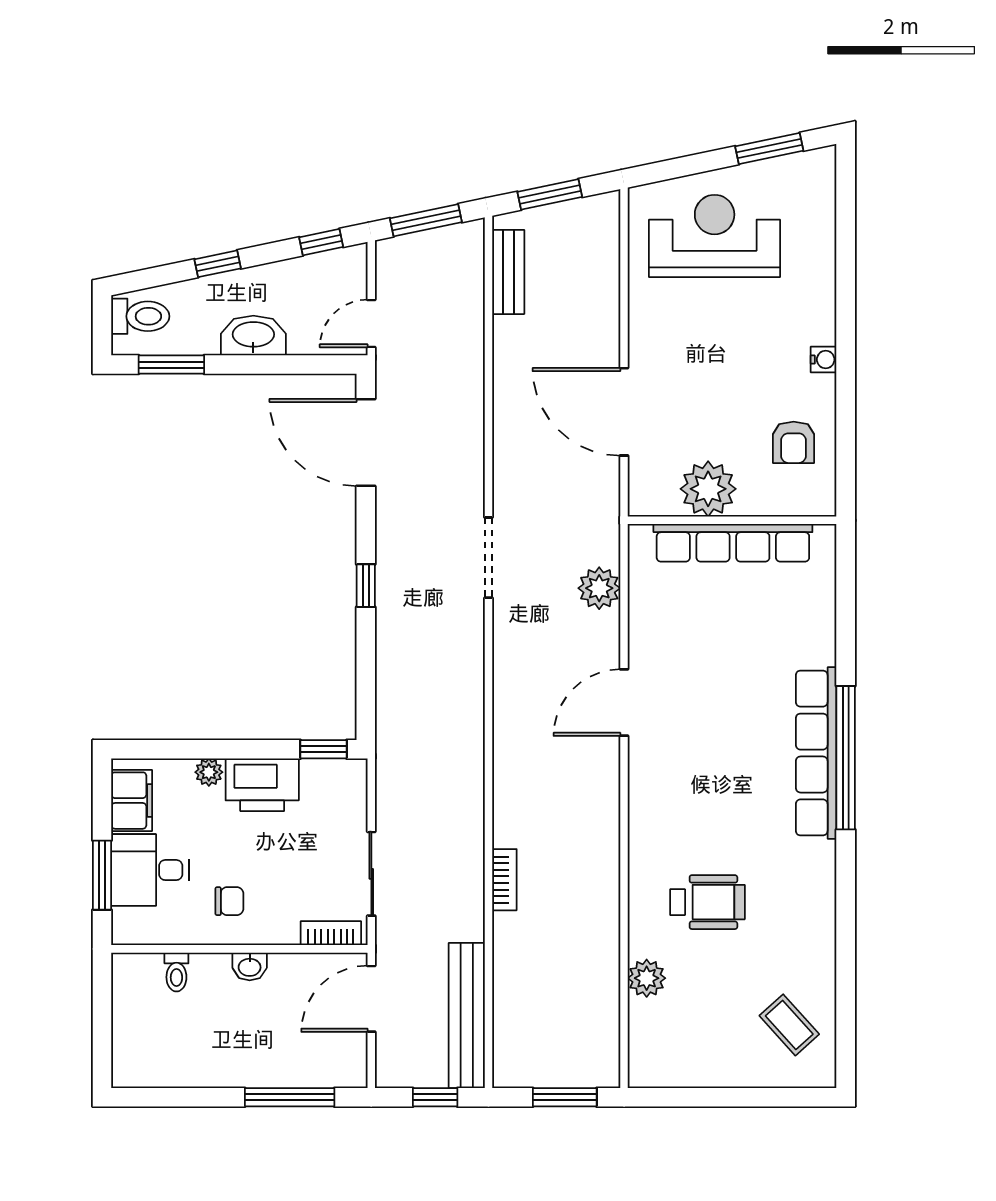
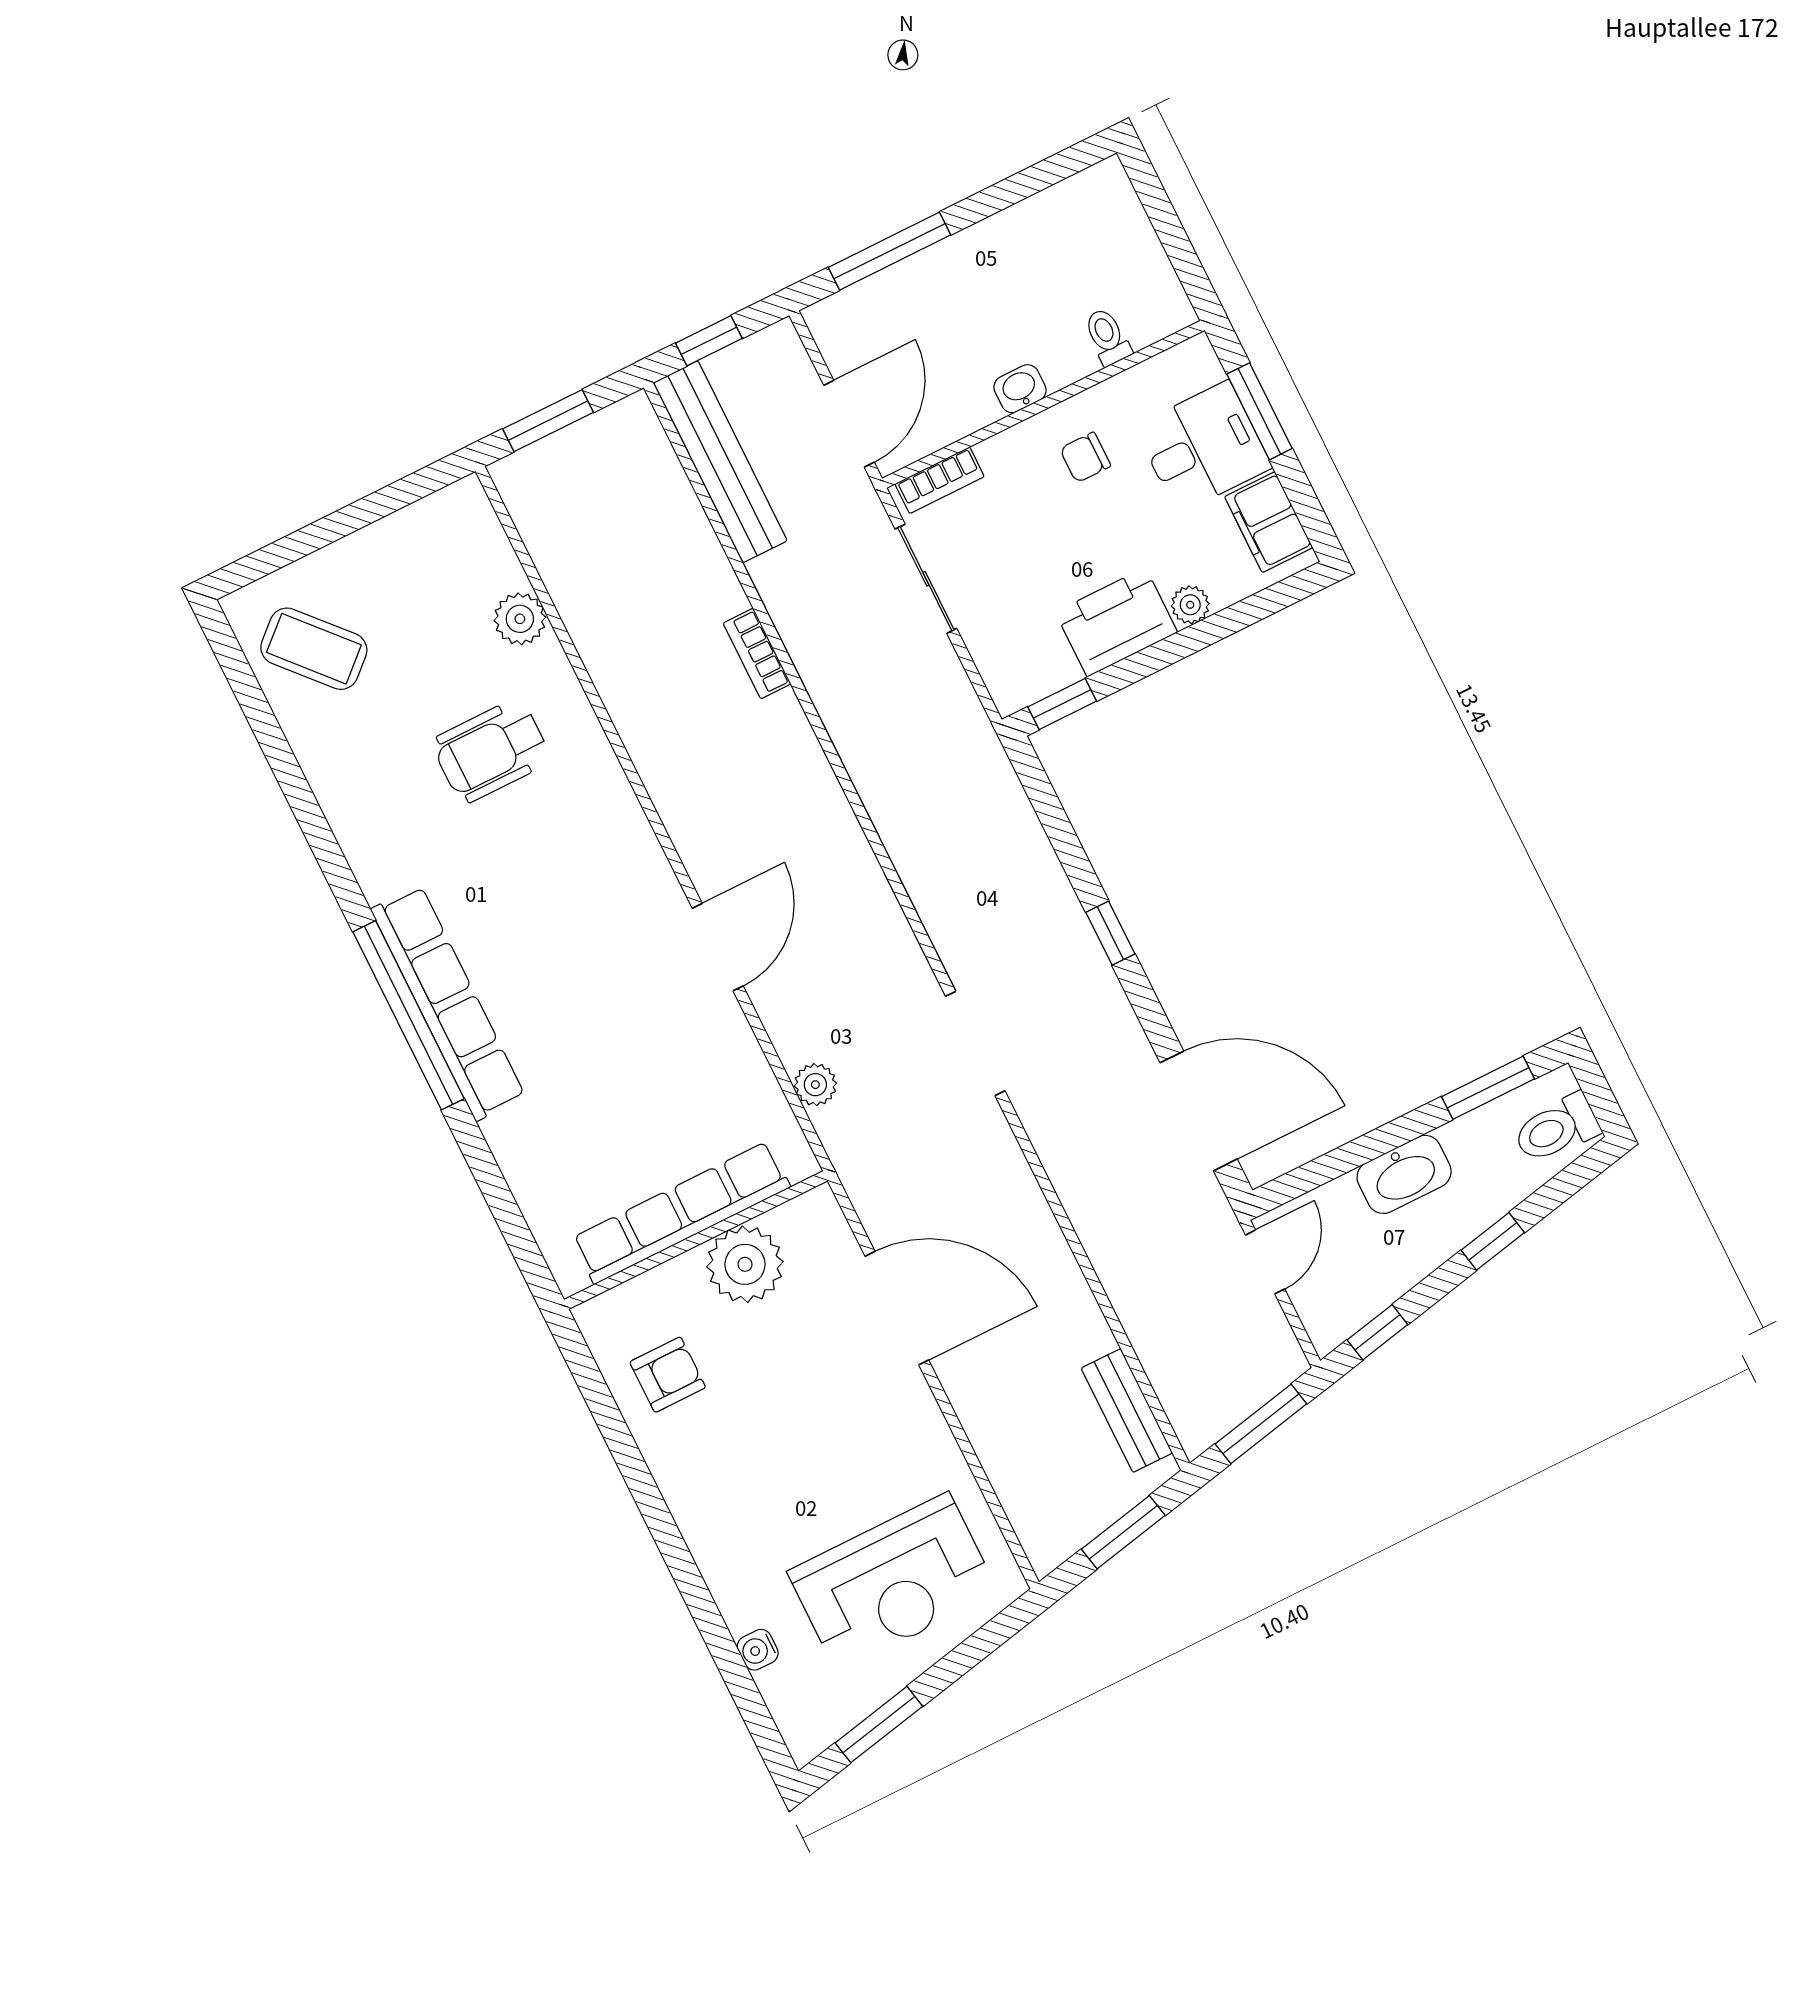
water cooler: (824, 360) -> (758, 1650), moved
armchair: (794, 442) -> (668, 1375), turned 90
plant: (599, 588) -> (815, 1085), width x0.73, depth x0.73
coffee table: (789, 1025) -> (314, 649), width x1.36, depth x1.30

